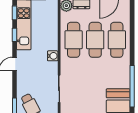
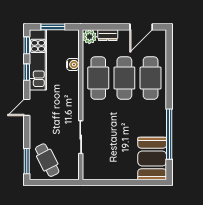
water cooler: (53, 56) -> (73, 64), moved

